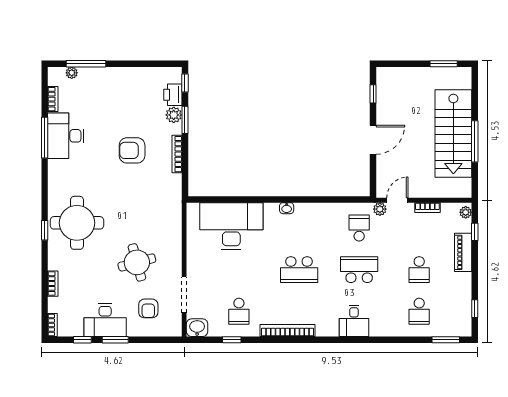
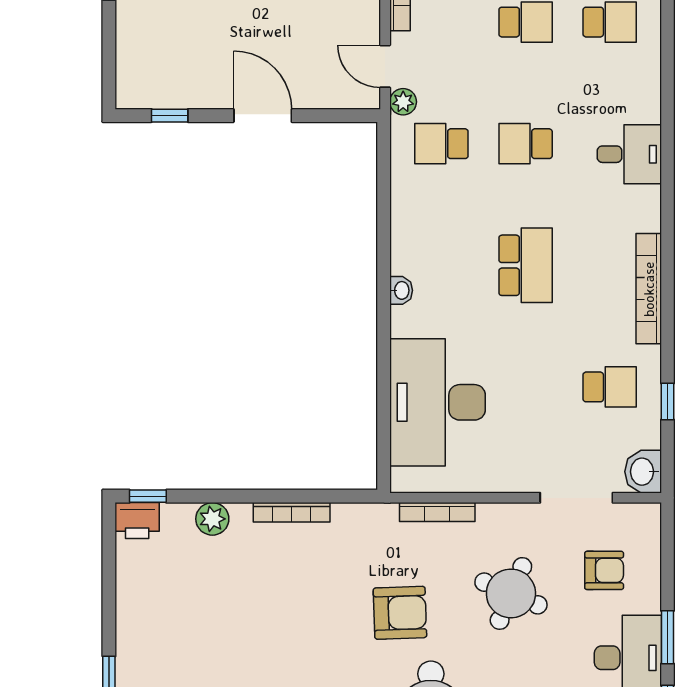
printer: (173, 95) -> (137, 521), moved
window: (185, 120) -> (222, 496), removed
armchair: (132, 150) -> (400, 613), moved, turned -92
bookcase: (177, 226) -> (437, 512), added
round table: (137, 262) -> (511, 593), turned 38
school desk: (359, 270) -> (526, 144), width x0.54

